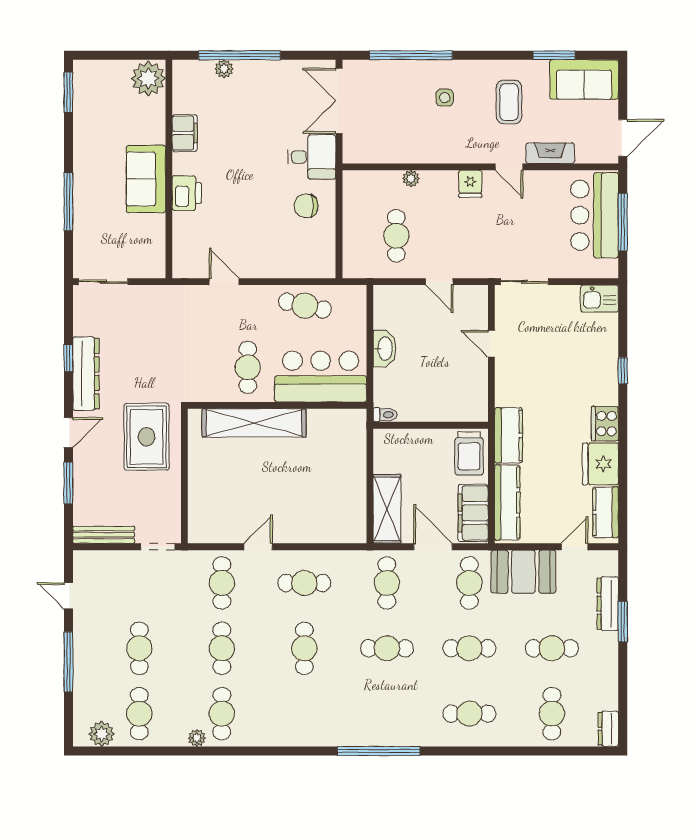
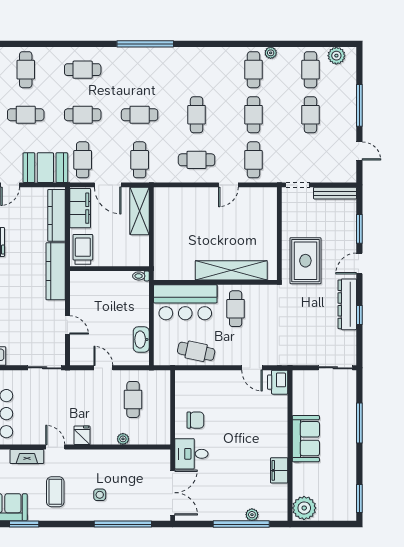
printer: (187, 193) -> (278, 382), moved
washbasin: (385, 349) -> (141, 339), moved
kitchen counter: (509, 435) -> (56, 271), width x1.50

